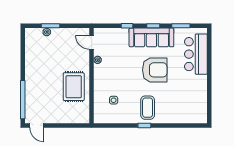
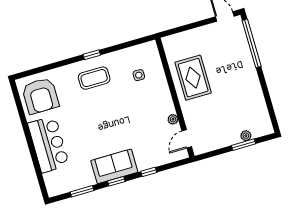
sofa: (151, 37) -> (114, 166), width x0.73
door: (92, 42) -> (187, 139), swing flipped
bar counter: (196, 54) -> (48, 144), moved
armchair: (155, 70) -> (40, 96), moved, turned -90
coffee table: (148, 108) -> (94, 78), turned 90

